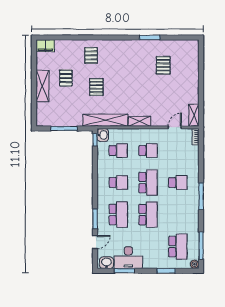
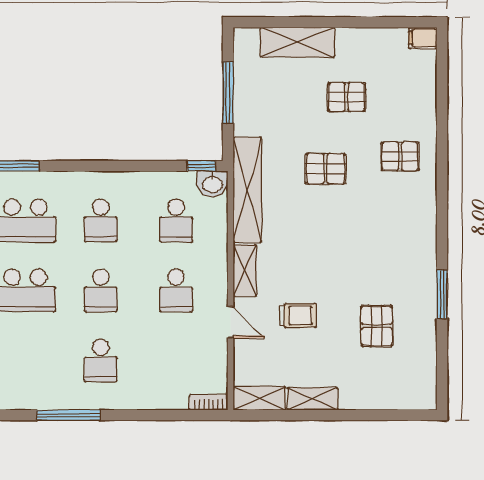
filing cabinet: (45, 46) -> (423, 38), width x0.50
pallet: (163, 65) -> (377, 326), turned 90
shelving: (42, 86) -> (297, 42), moved
shelving: (194, 92) -> (313, 399), added
trolley: (159, 99) -> (298, 315), added
door: (175, 127) -> (230, 322), moved
school desk: (148, 183) -> (101, 290), width x0.54

